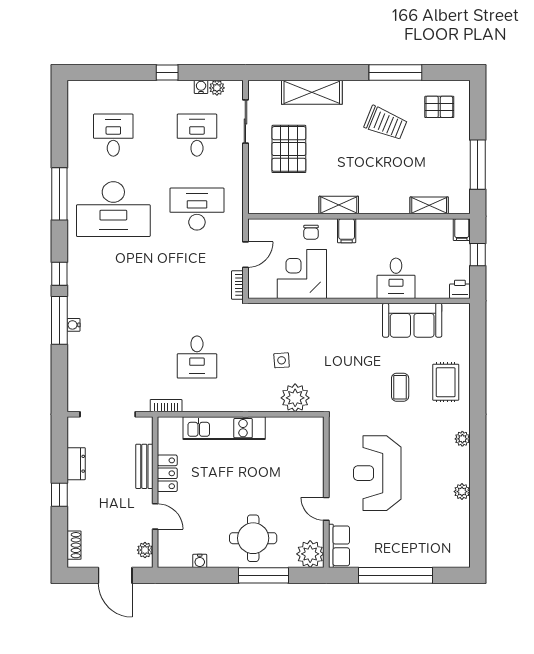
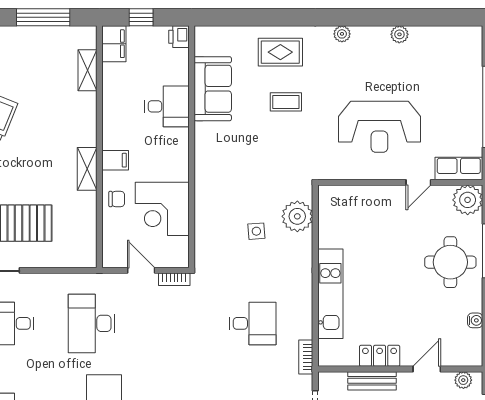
filing cabinet: (462, 230) -> (114, 44), width x2.00

